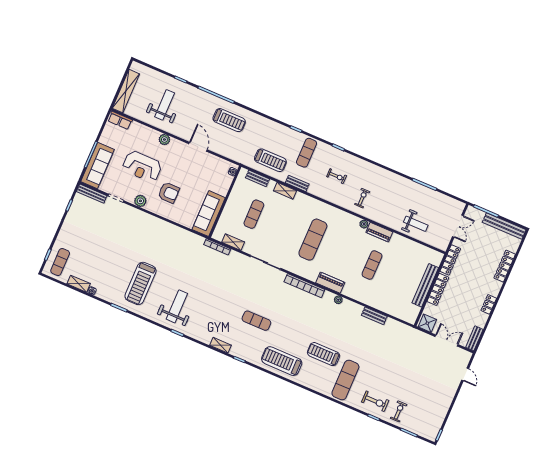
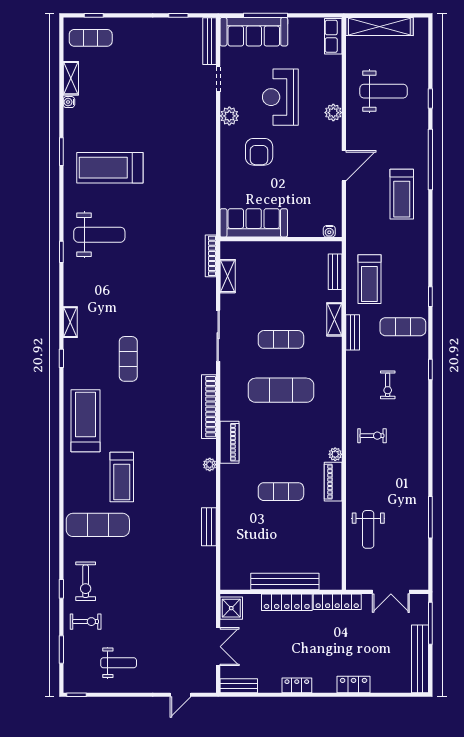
exercise mat: (254, 214) -> (281, 339), moved
locker: (505, 266) -> (354, 685), width x0.66
treadmill: (324, 354) -> (122, 477), turned 180
weight bench: (431, 402) -> (119, 663), added

